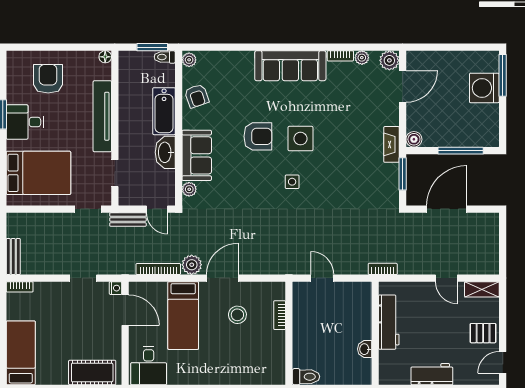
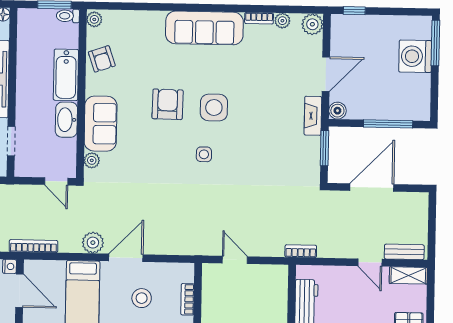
window: (428, 47) -> (354, 11), added
door: (403, 86) -> (326, 74), moved
armchair: (258, 136) -> (168, 104), turned -89
bench: (128, 220) -> (404, 252), moved
bookcase: (158, 269) -> (33, 246), moved

